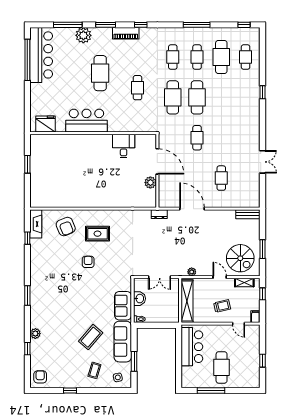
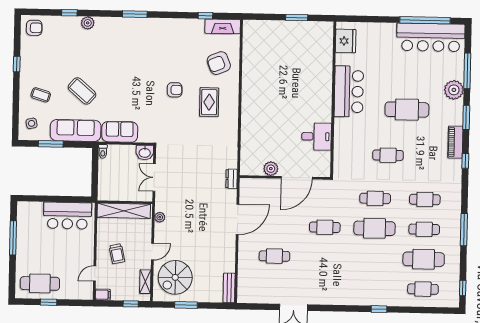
cafe table: (173, 97) -> (375, 198), width x0.73, depth x0.74
washbasin: (139, 299) -> (145, 153), moved
cafe table: (222, 367) -> (40, 283), moved

